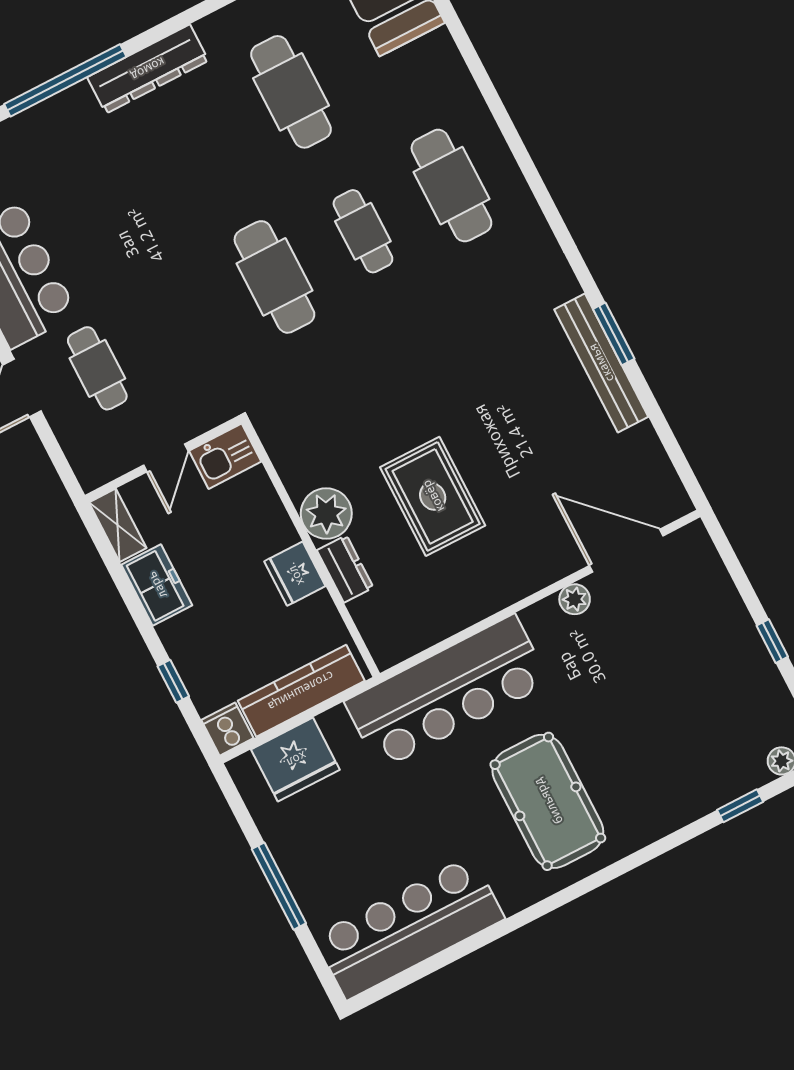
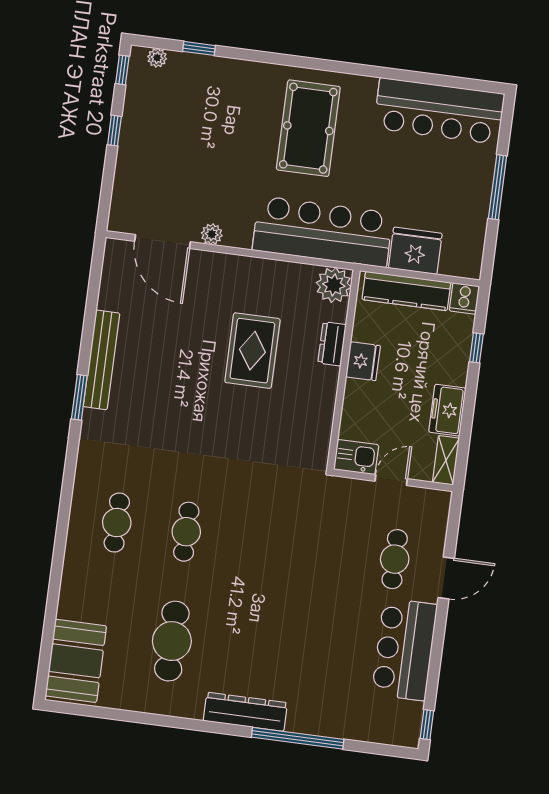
cafe table: (451, 186) -> (117, 523), width x0.73, depth x0.74
cafe table: (274, 277) -> (256, 541), removed
window: (614, 334) -> (79, 397), moved
plant: (326, 514) -> (334, 285), moved
fridge: (295, 760) -> (415, 251), moved

